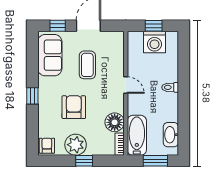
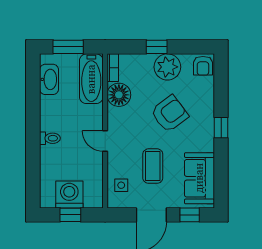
side table: (113, 49) -> (121, 185), added
armchair: (74, 107) -> (170, 114), turned -127

